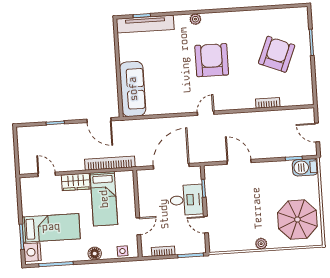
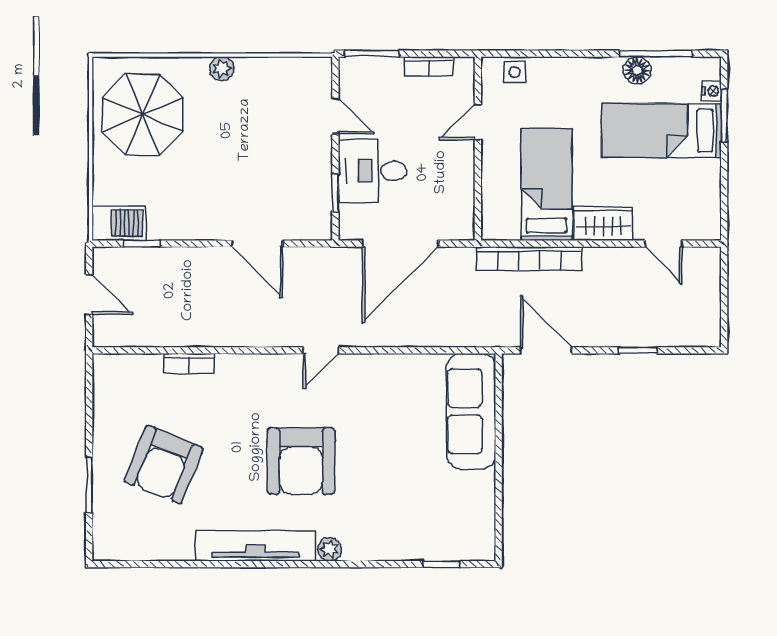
tv unit: (145, 24) -> (256, 546), moved
nightstand: (32, 252) -> (712, 91), width x0.53, depth x0.56
floor lamp: (95, 254) -> (637, 70), moved

